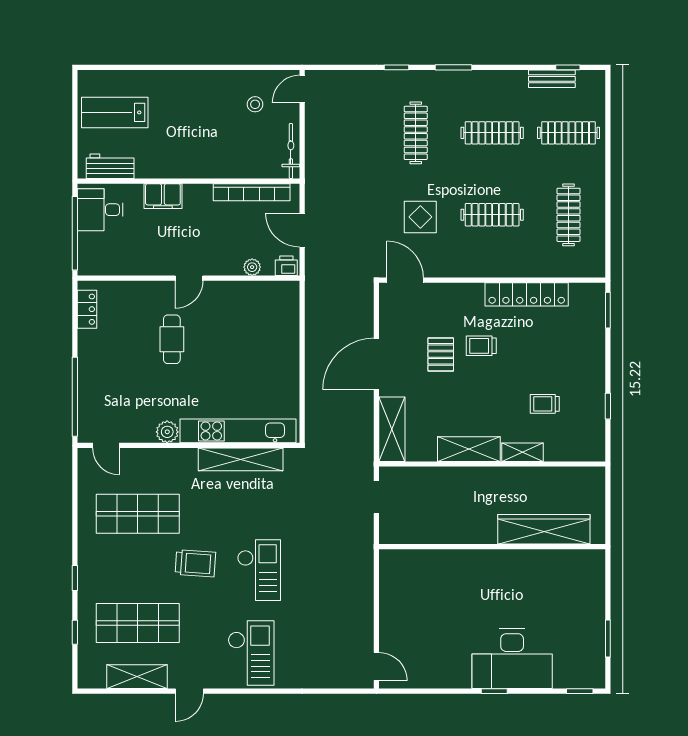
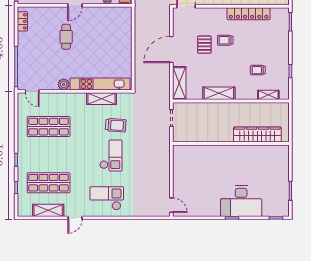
shelving: (522, 452) -> (268, 95), moved
shelving: (241, 459) -> (101, 99), width x0.68
trolley: (195, 563) -> (116, 125), moved
checkout: (251, 653) -> (107, 198), turned -90

